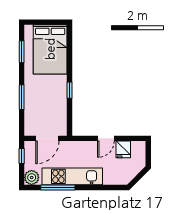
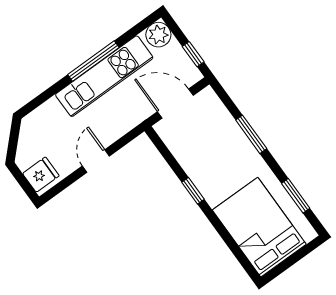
door: (47, 138) -> (175, 103), hinge flipped
fridge: (123, 149) -> (41, 175), moved, turned 90
window: (58, 187) -> (93, 61), moved

